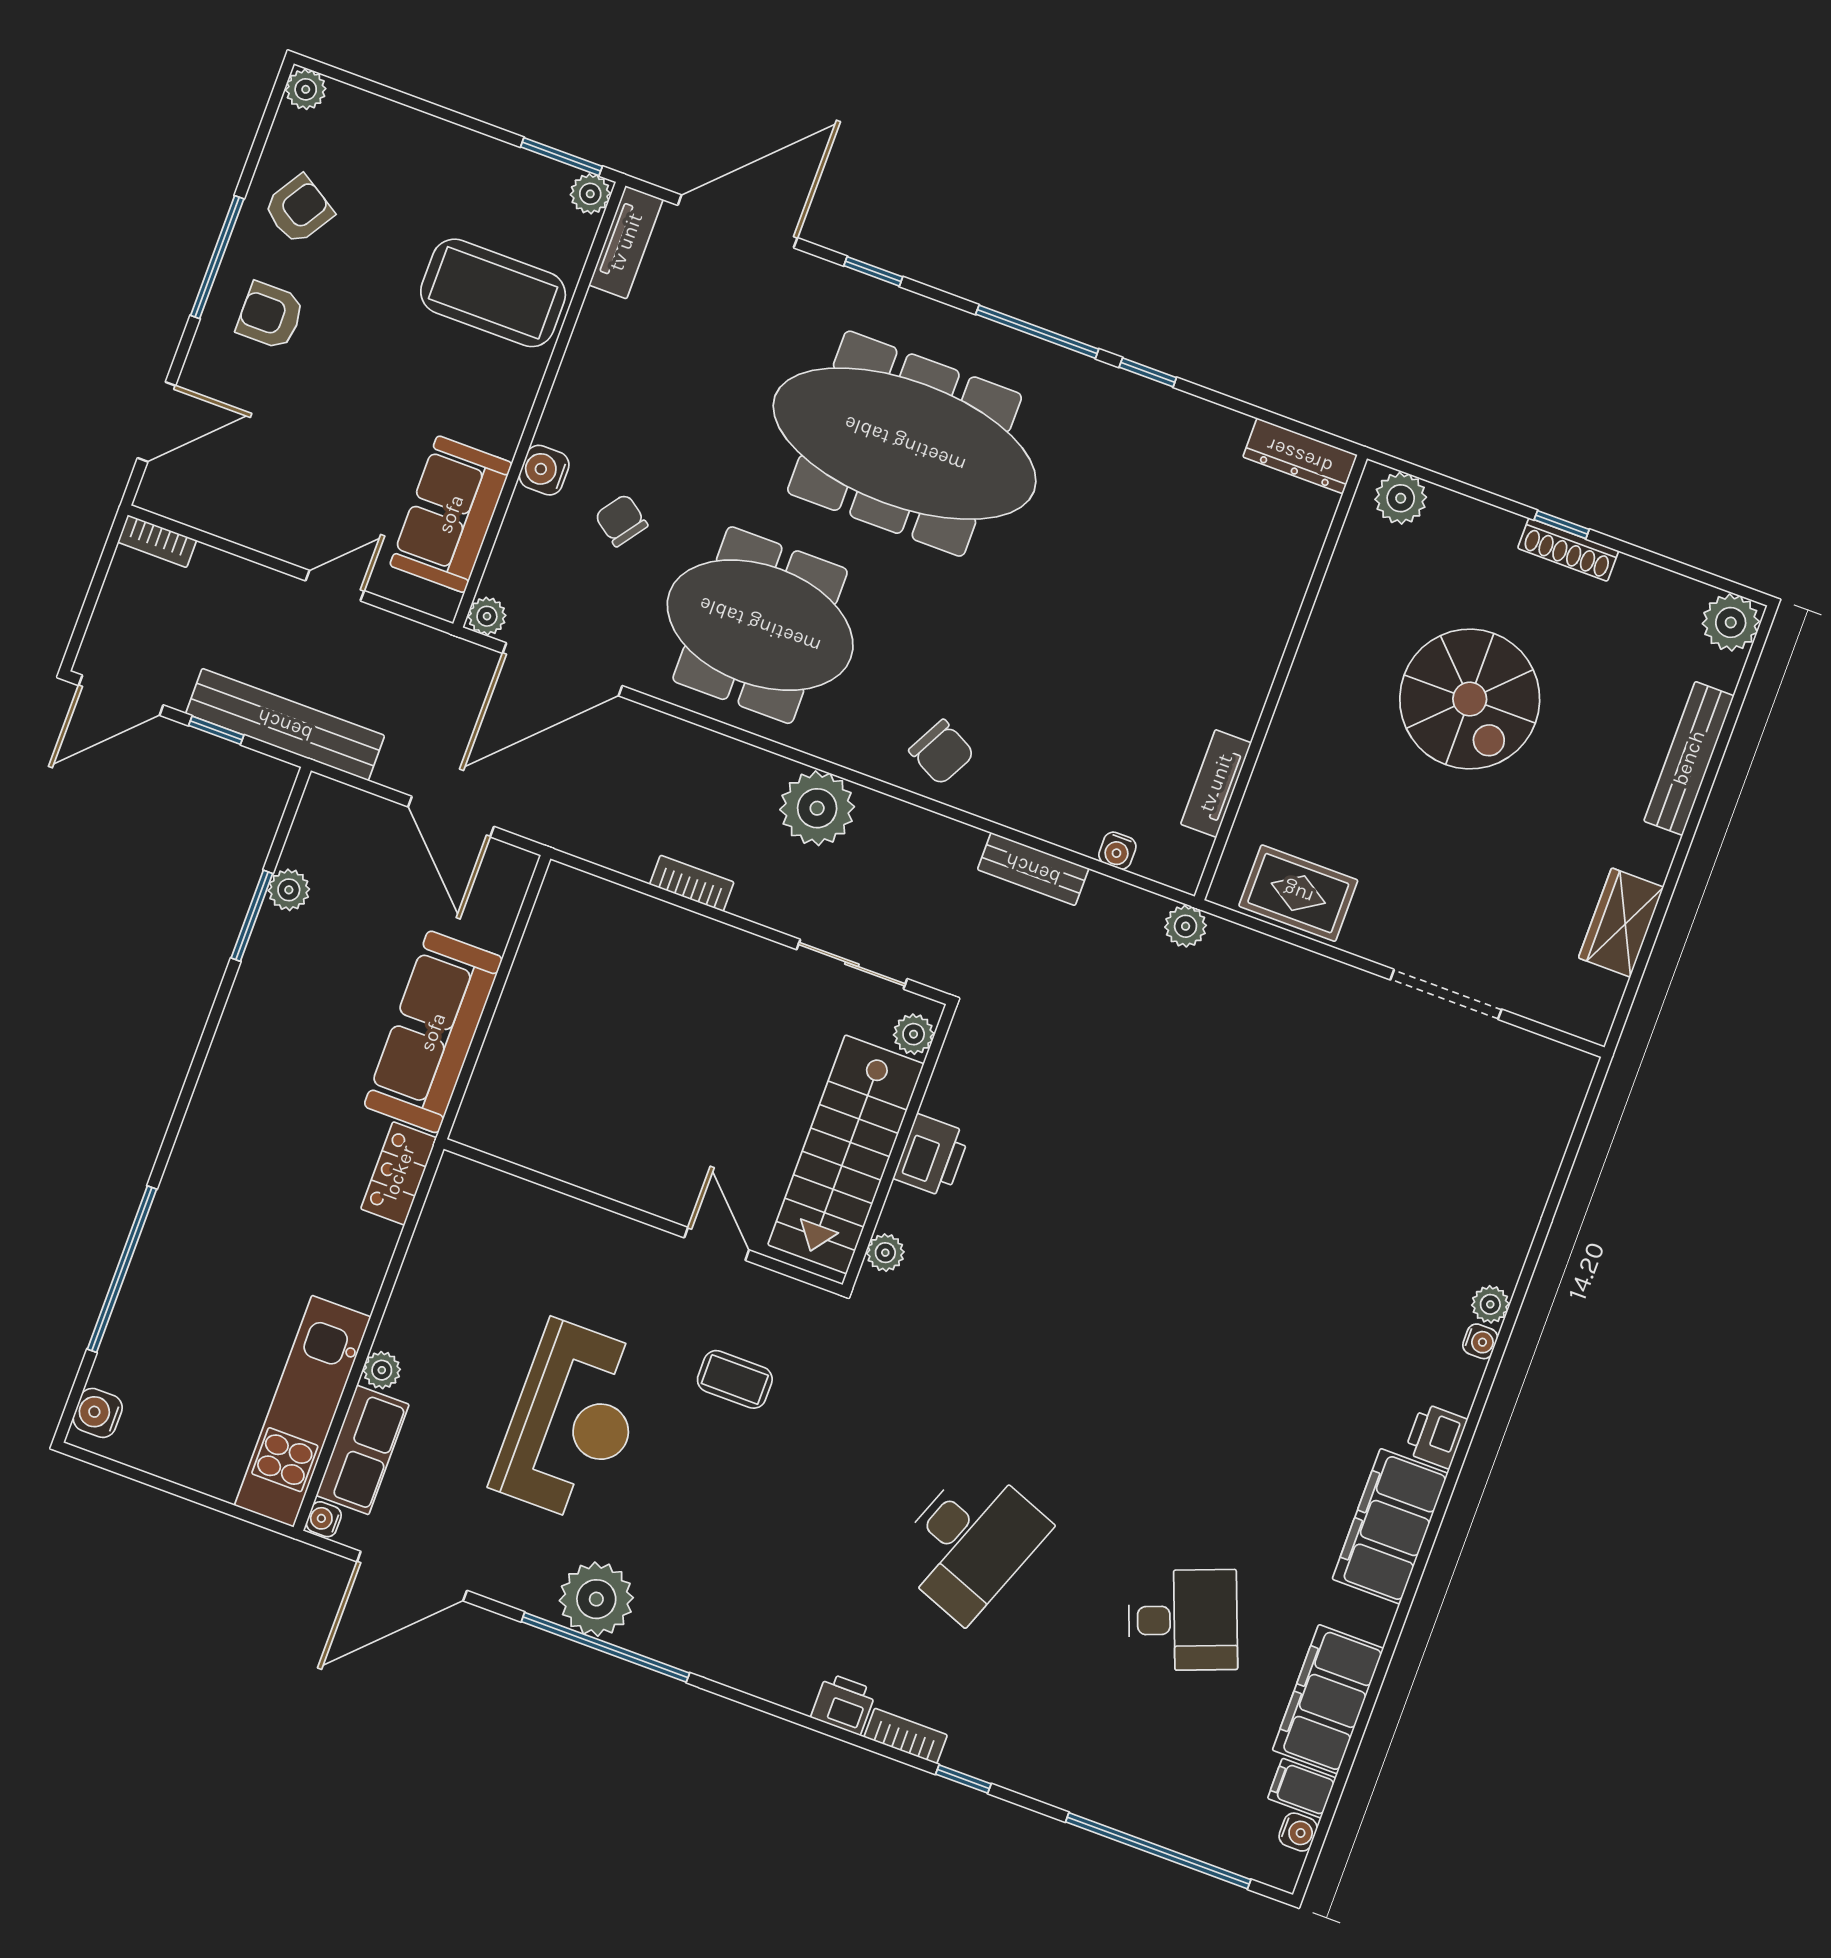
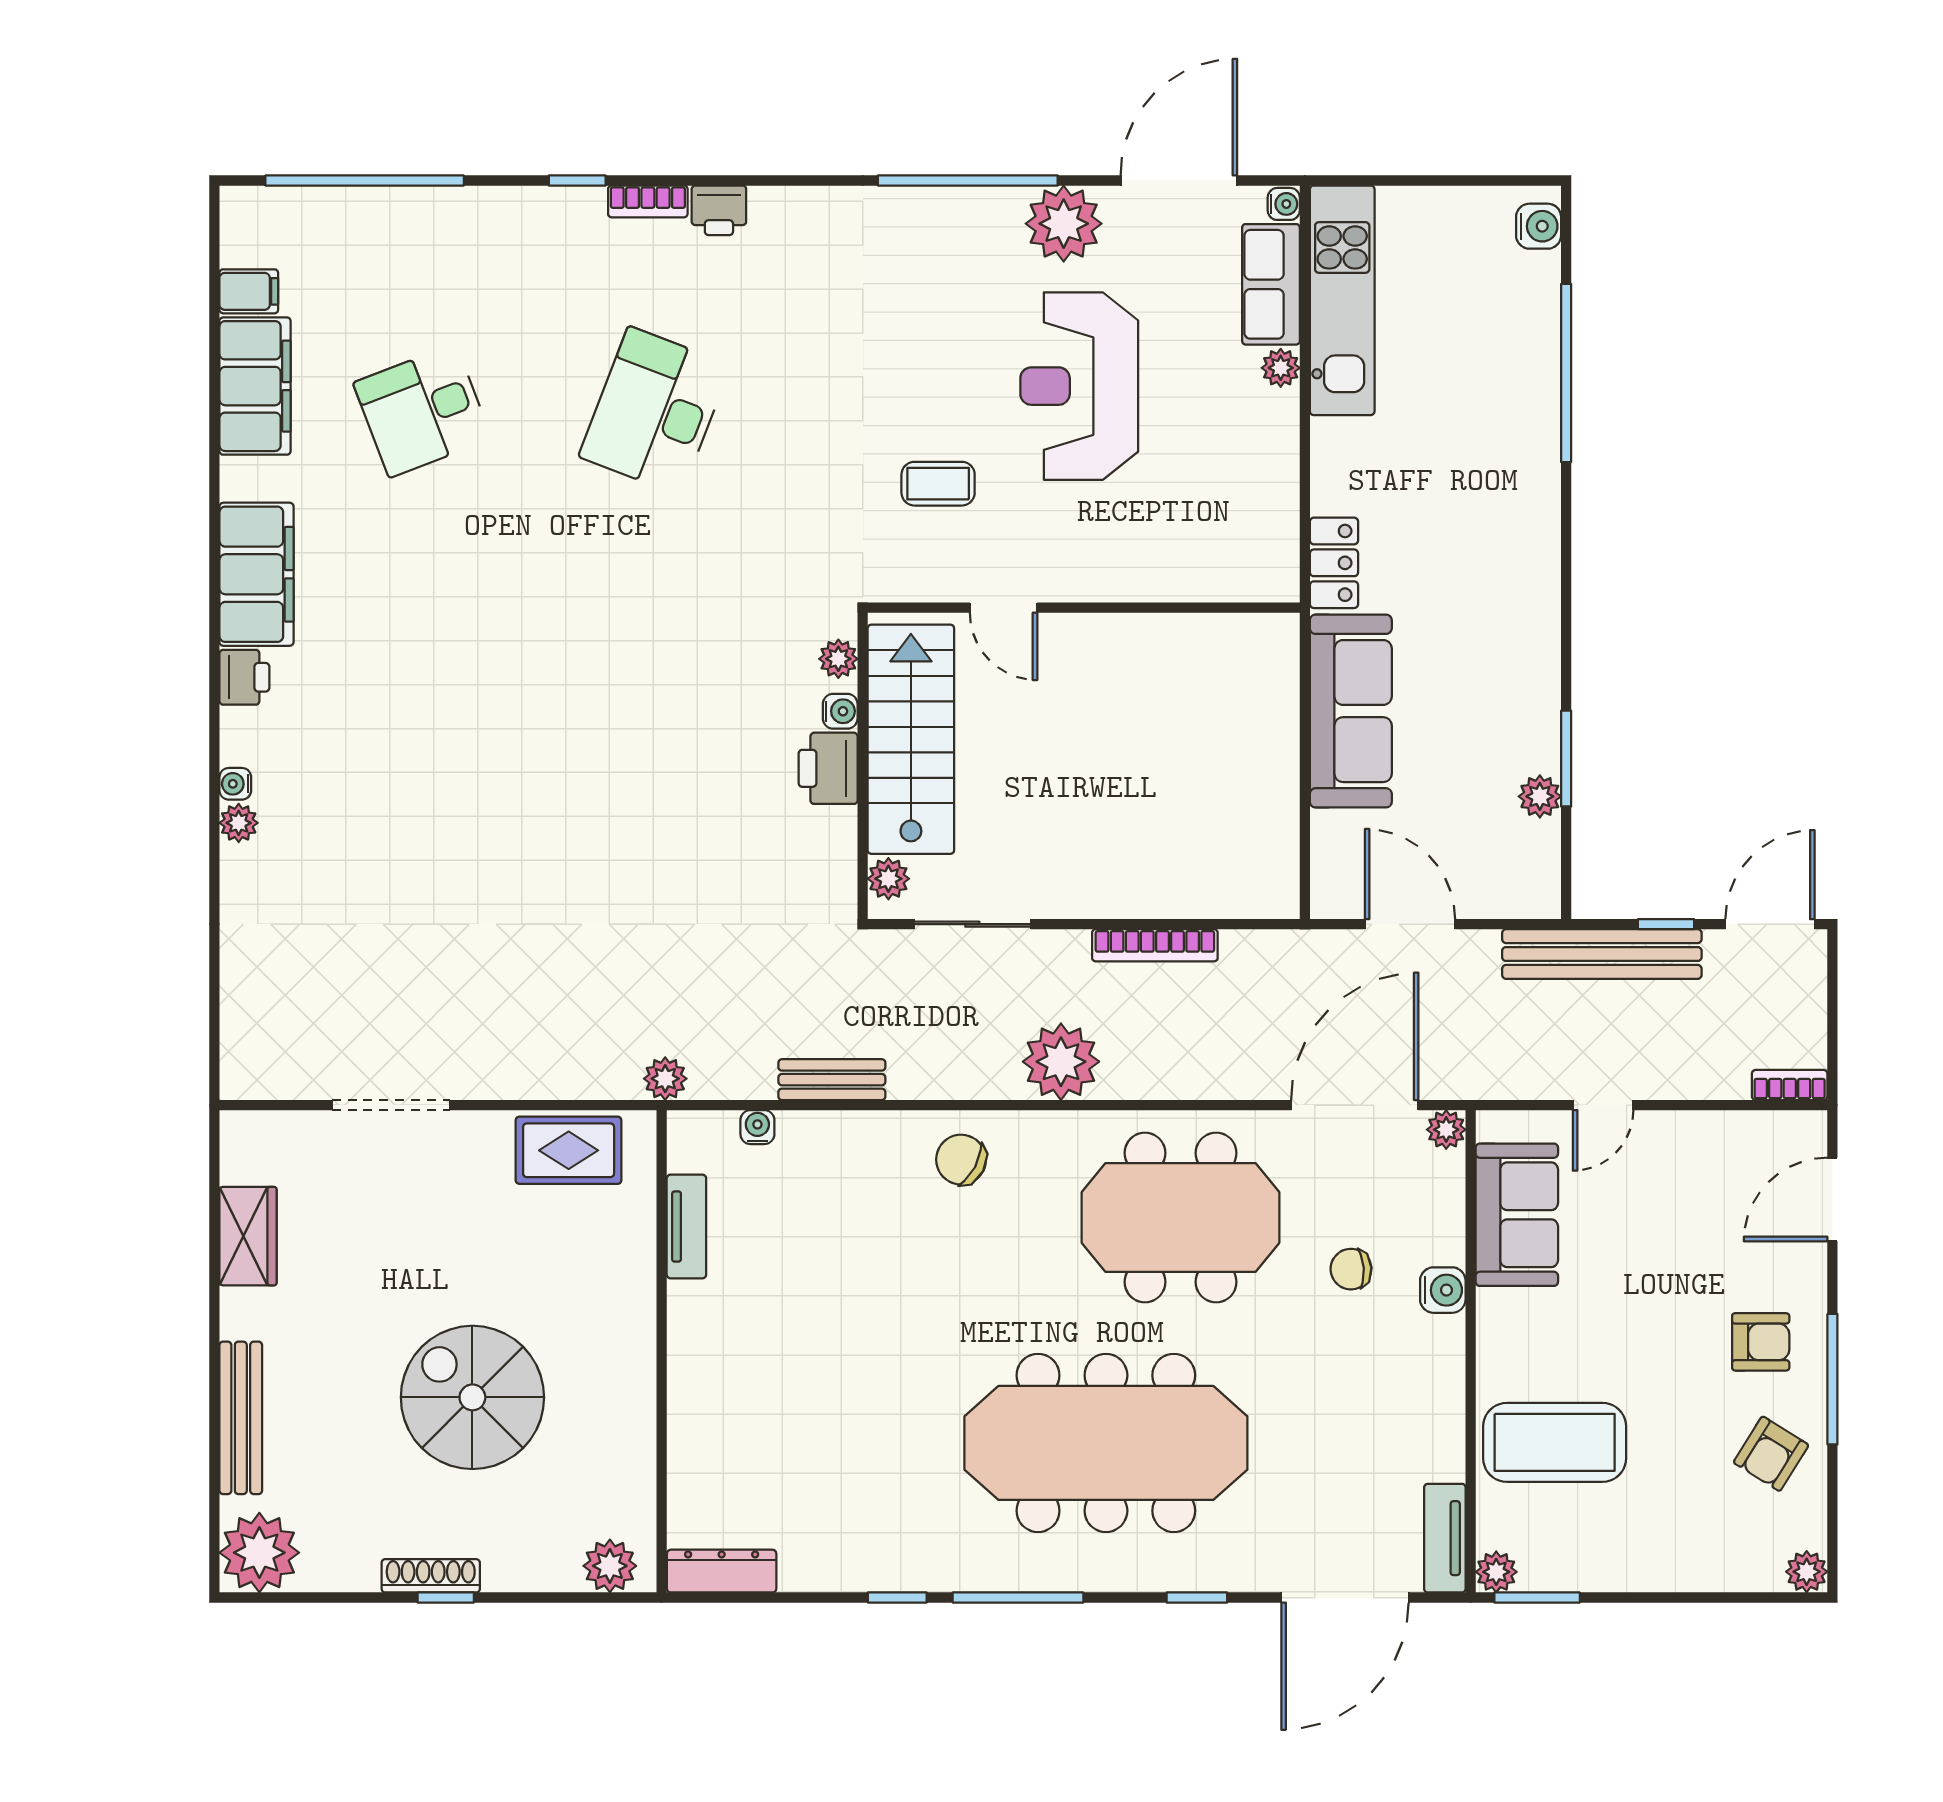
chair: (621, 520) -> (1351, 1269), turned 140
plant: (1731, 622) -> (259, 1553), width x1.36, depth x1.36
bookcase: (692, 883) -> (1155, 945), width x1.56
plant: (596, 1599) -> (1064, 224), moved
water cooler: (1298, 1832) -> (840, 711), moved, turned 180

